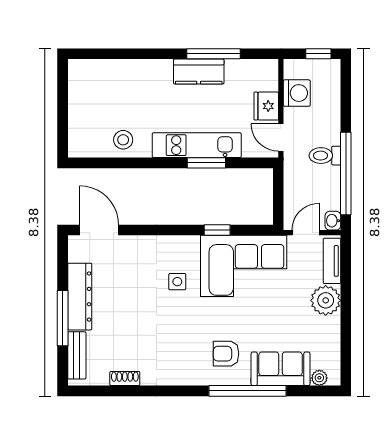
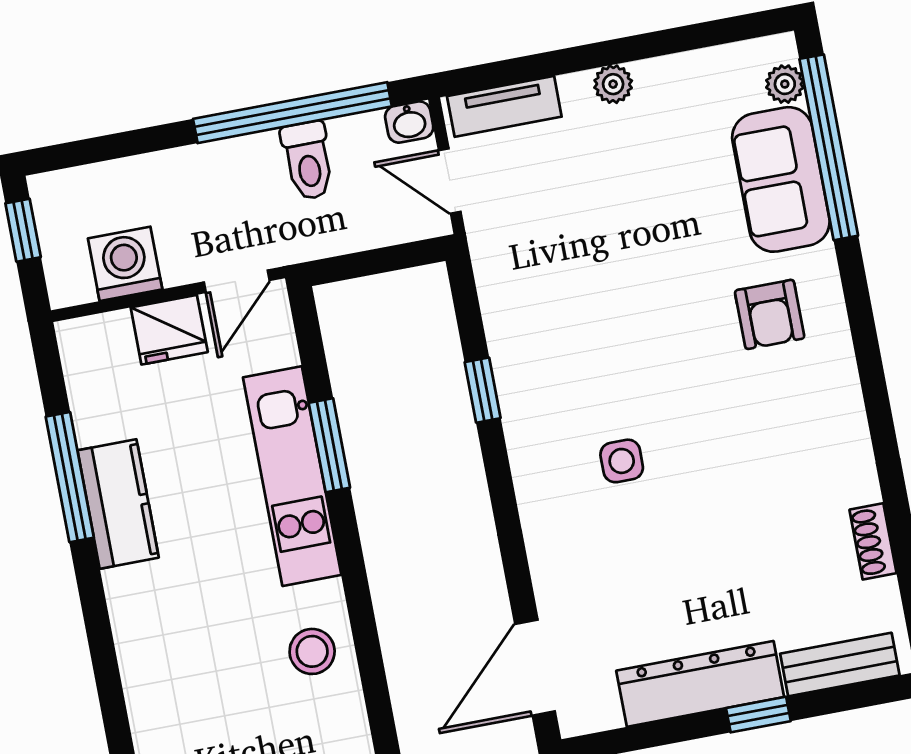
toilet: (325, 156) -> (308, 161), moved
corner sofa: (244, 266) -> (555, 312), removed
plant: (326, 300) -> (613, 84), width x0.53, depth x0.53
window: (63, 318) -> (758, 715), width x0.46
window: (247, 391) -> (829, 147), moved

